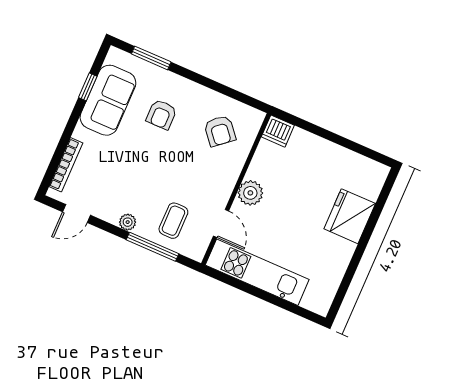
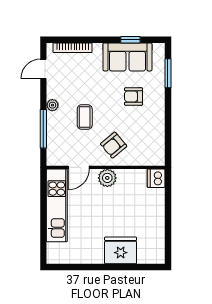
armchair: (220, 131) -> (114, 145), moved
door: (76, 214) -> (43, 69), hinge flipped
coffee table: (173, 221) -> (85, 117), moved, turned 90

